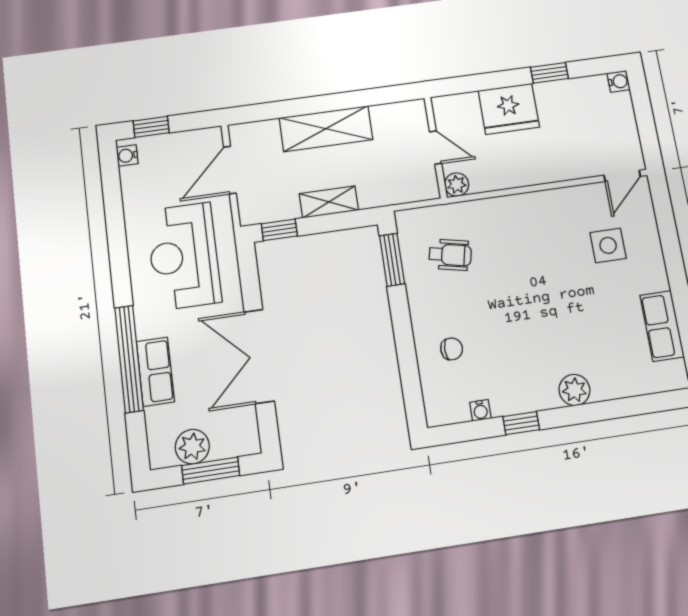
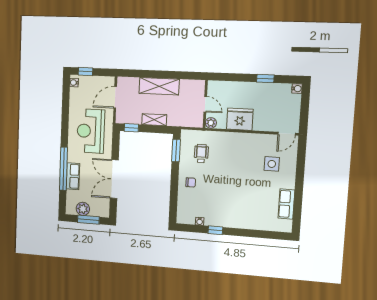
fridge: (509, 109) -> (240, 119), moved, turned 180
wheelchair: (450, 255) -> (201, 154), turned -102
chair: (452, 349) -> (191, 182), moved
plant: (574, 390) -> (241, 222), removed

